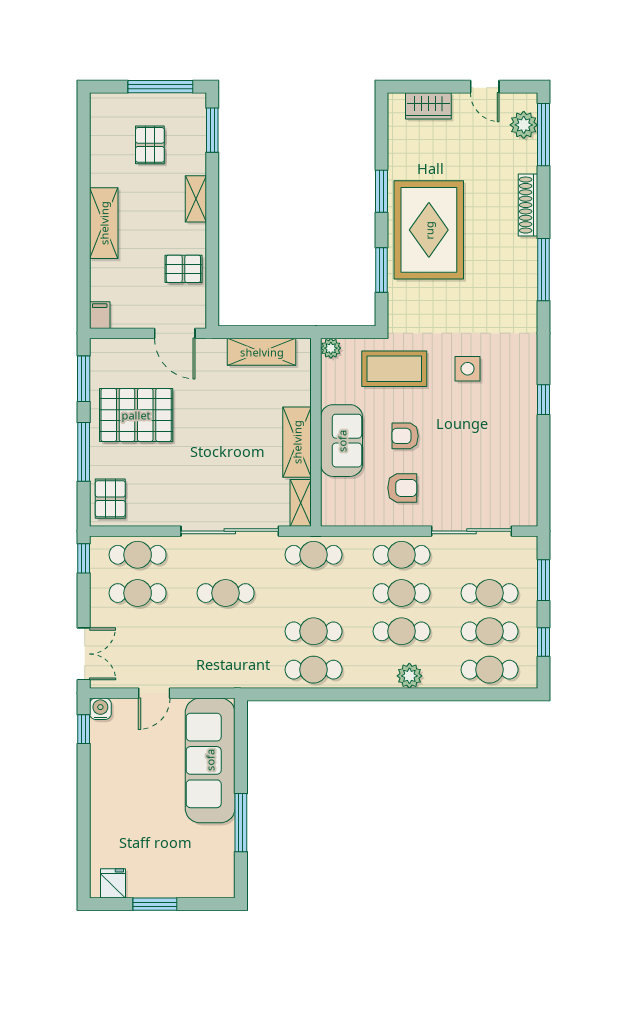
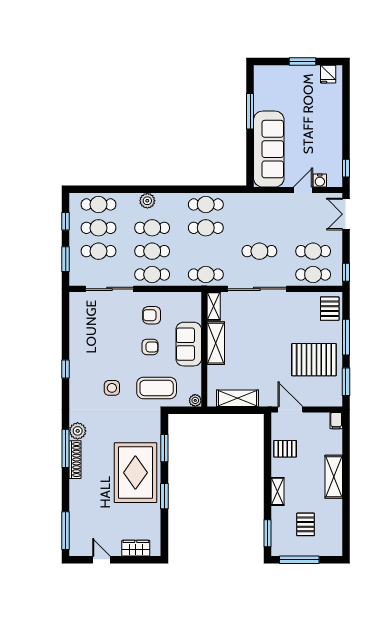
plant: (524, 125) -> (78, 431), moved
shoe rack: (528, 205) -> (75, 460), moved
water cooler: (100, 709) -> (320, 181), moved

